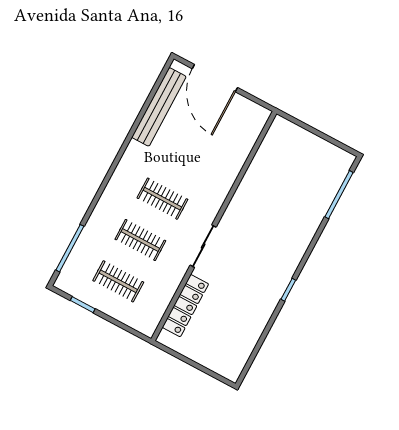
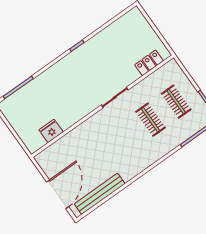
fridge: (266, 158) -> (51, 131), added
clothes rail: (162, 199) -> (125, 138), removed
locker: (185, 306) -> (149, 63), width x0.66

